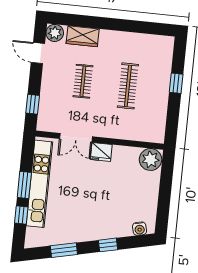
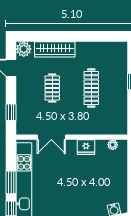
wardrobe: (83, 36) -> (55, 49), width x1.50
fridge: (101, 152) -> (86, 147), moved
plant: (150, 159) -> (113, 145), width x0.53, depth x0.53

